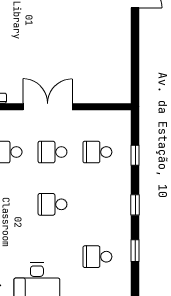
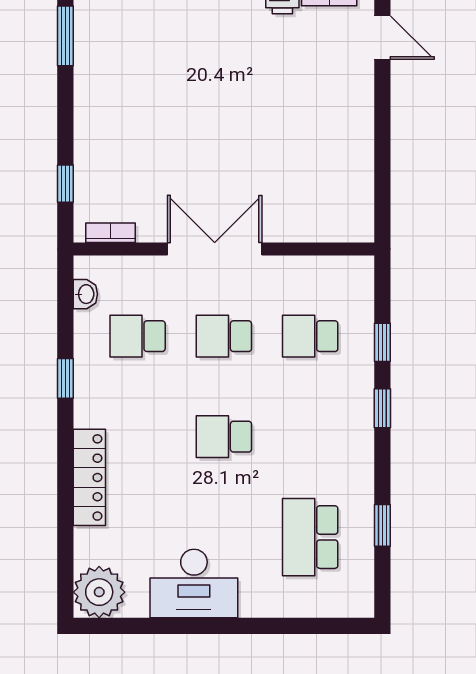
window: (135, 205) -> (382, 408), moved
school desk: (97, 257) -> (310, 537), width x1.85

